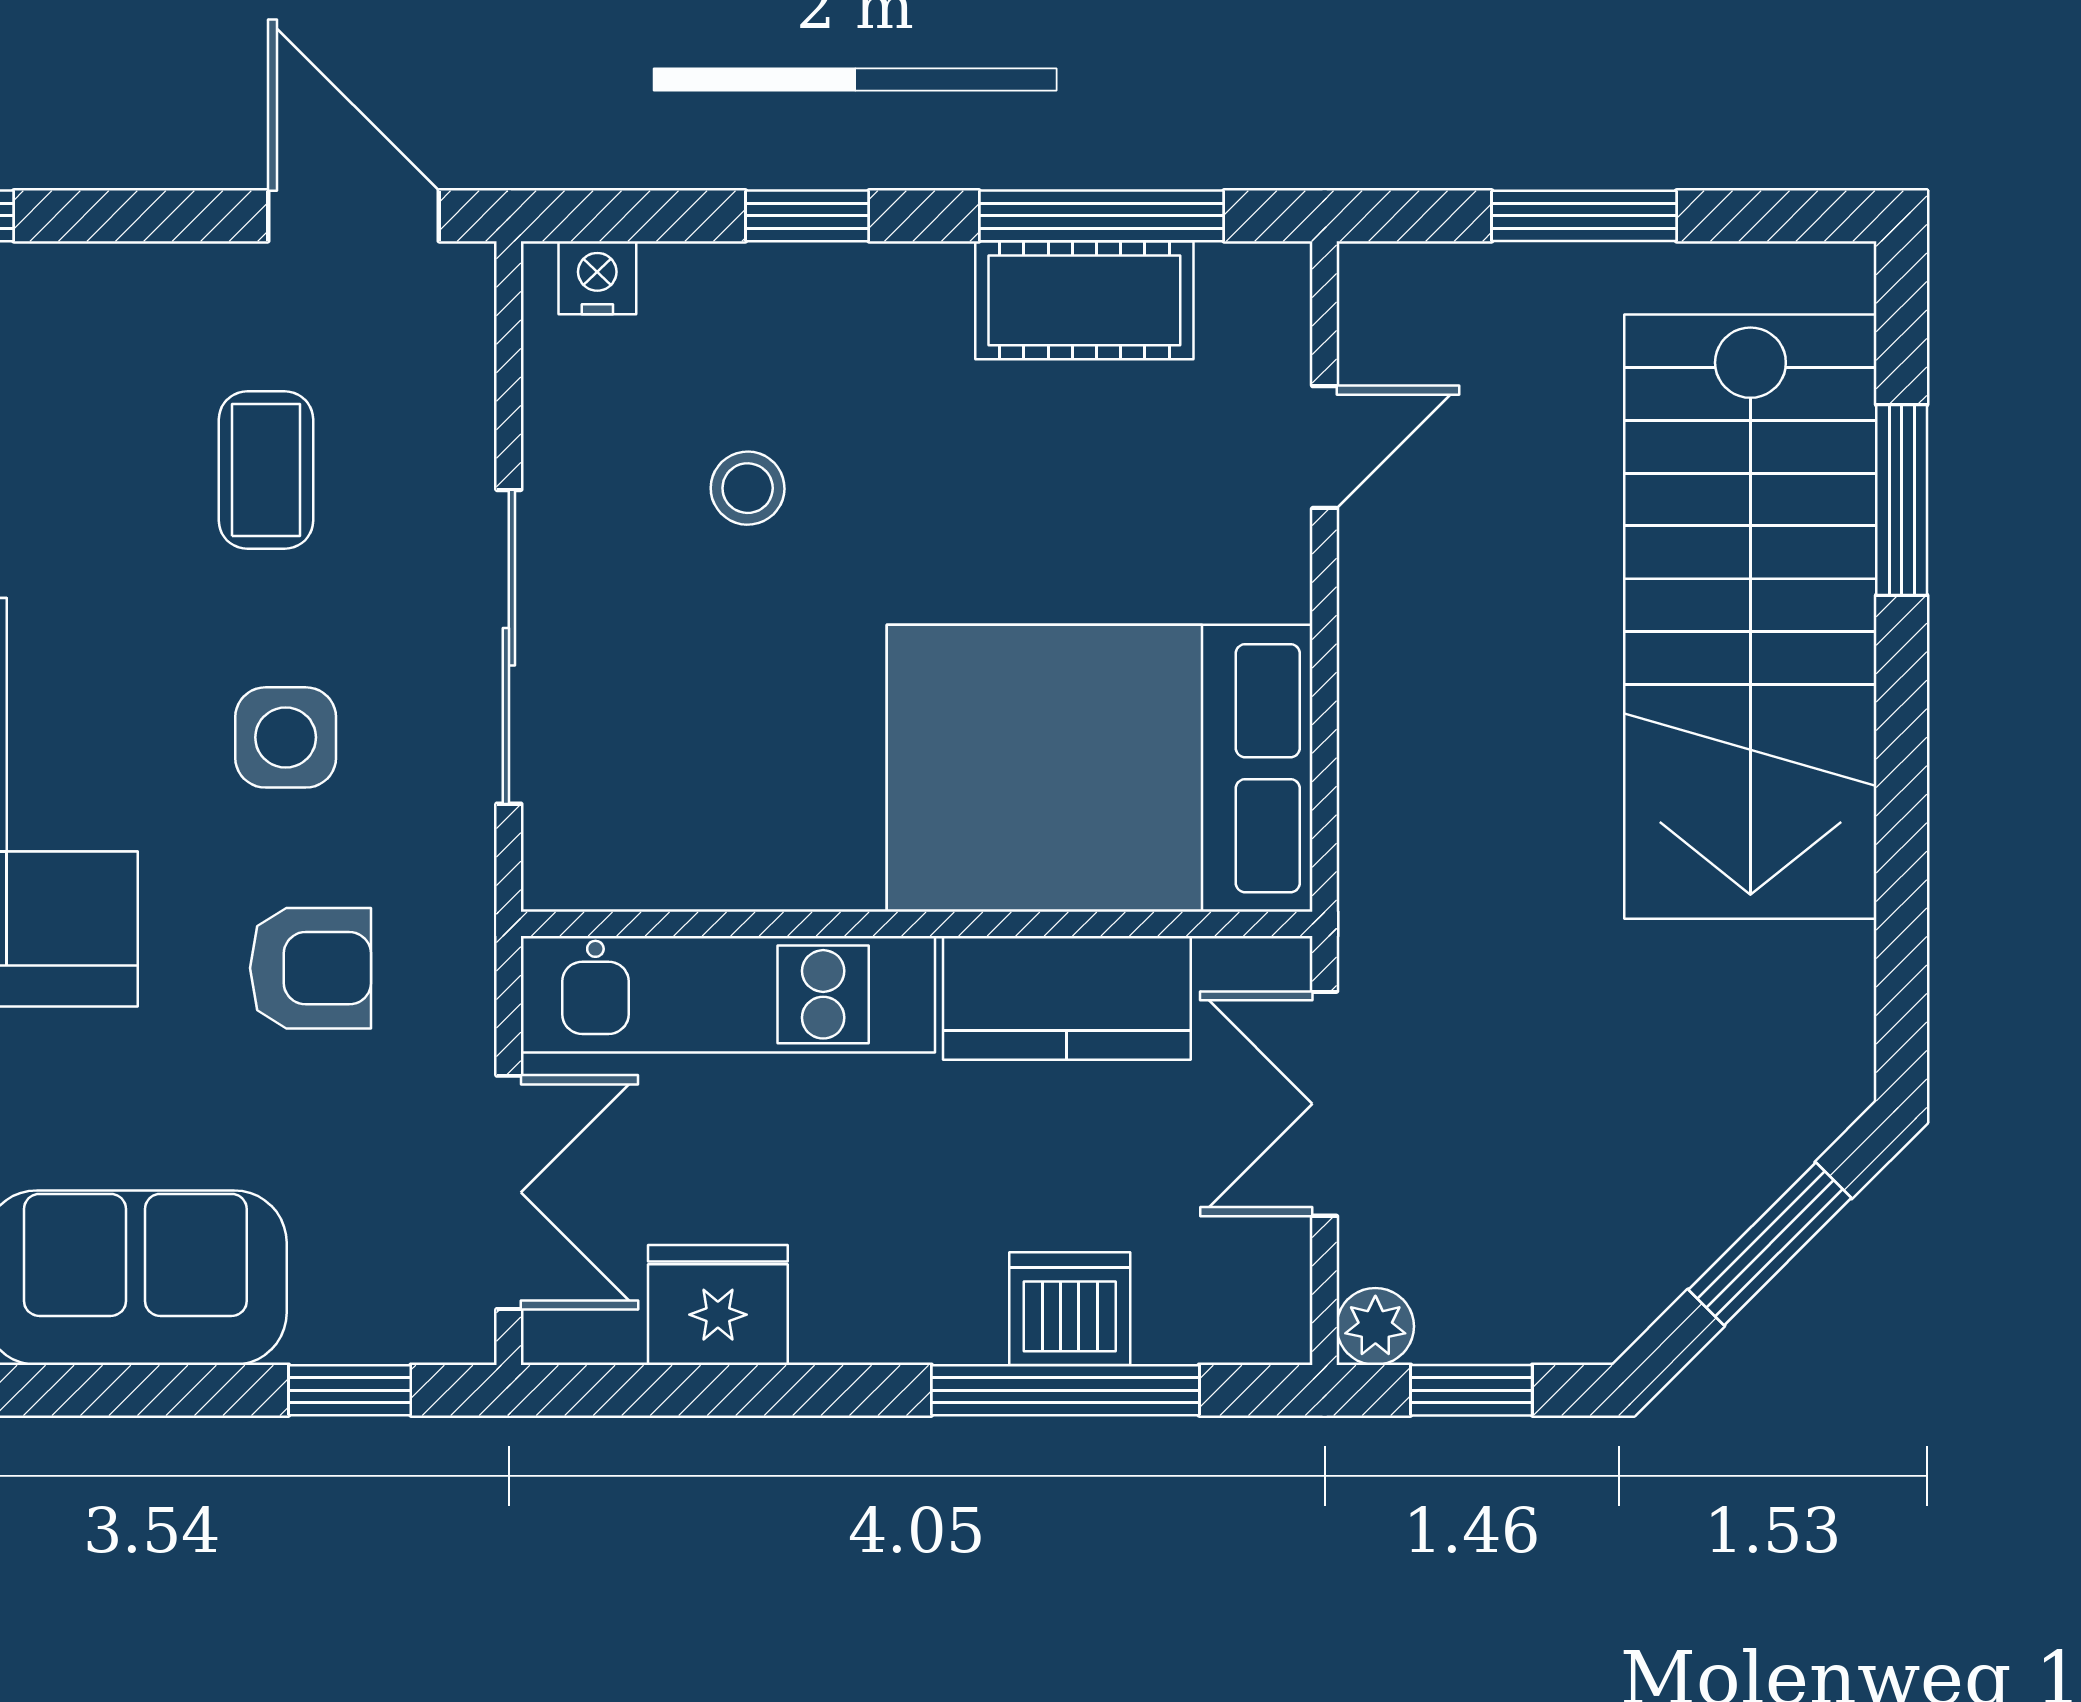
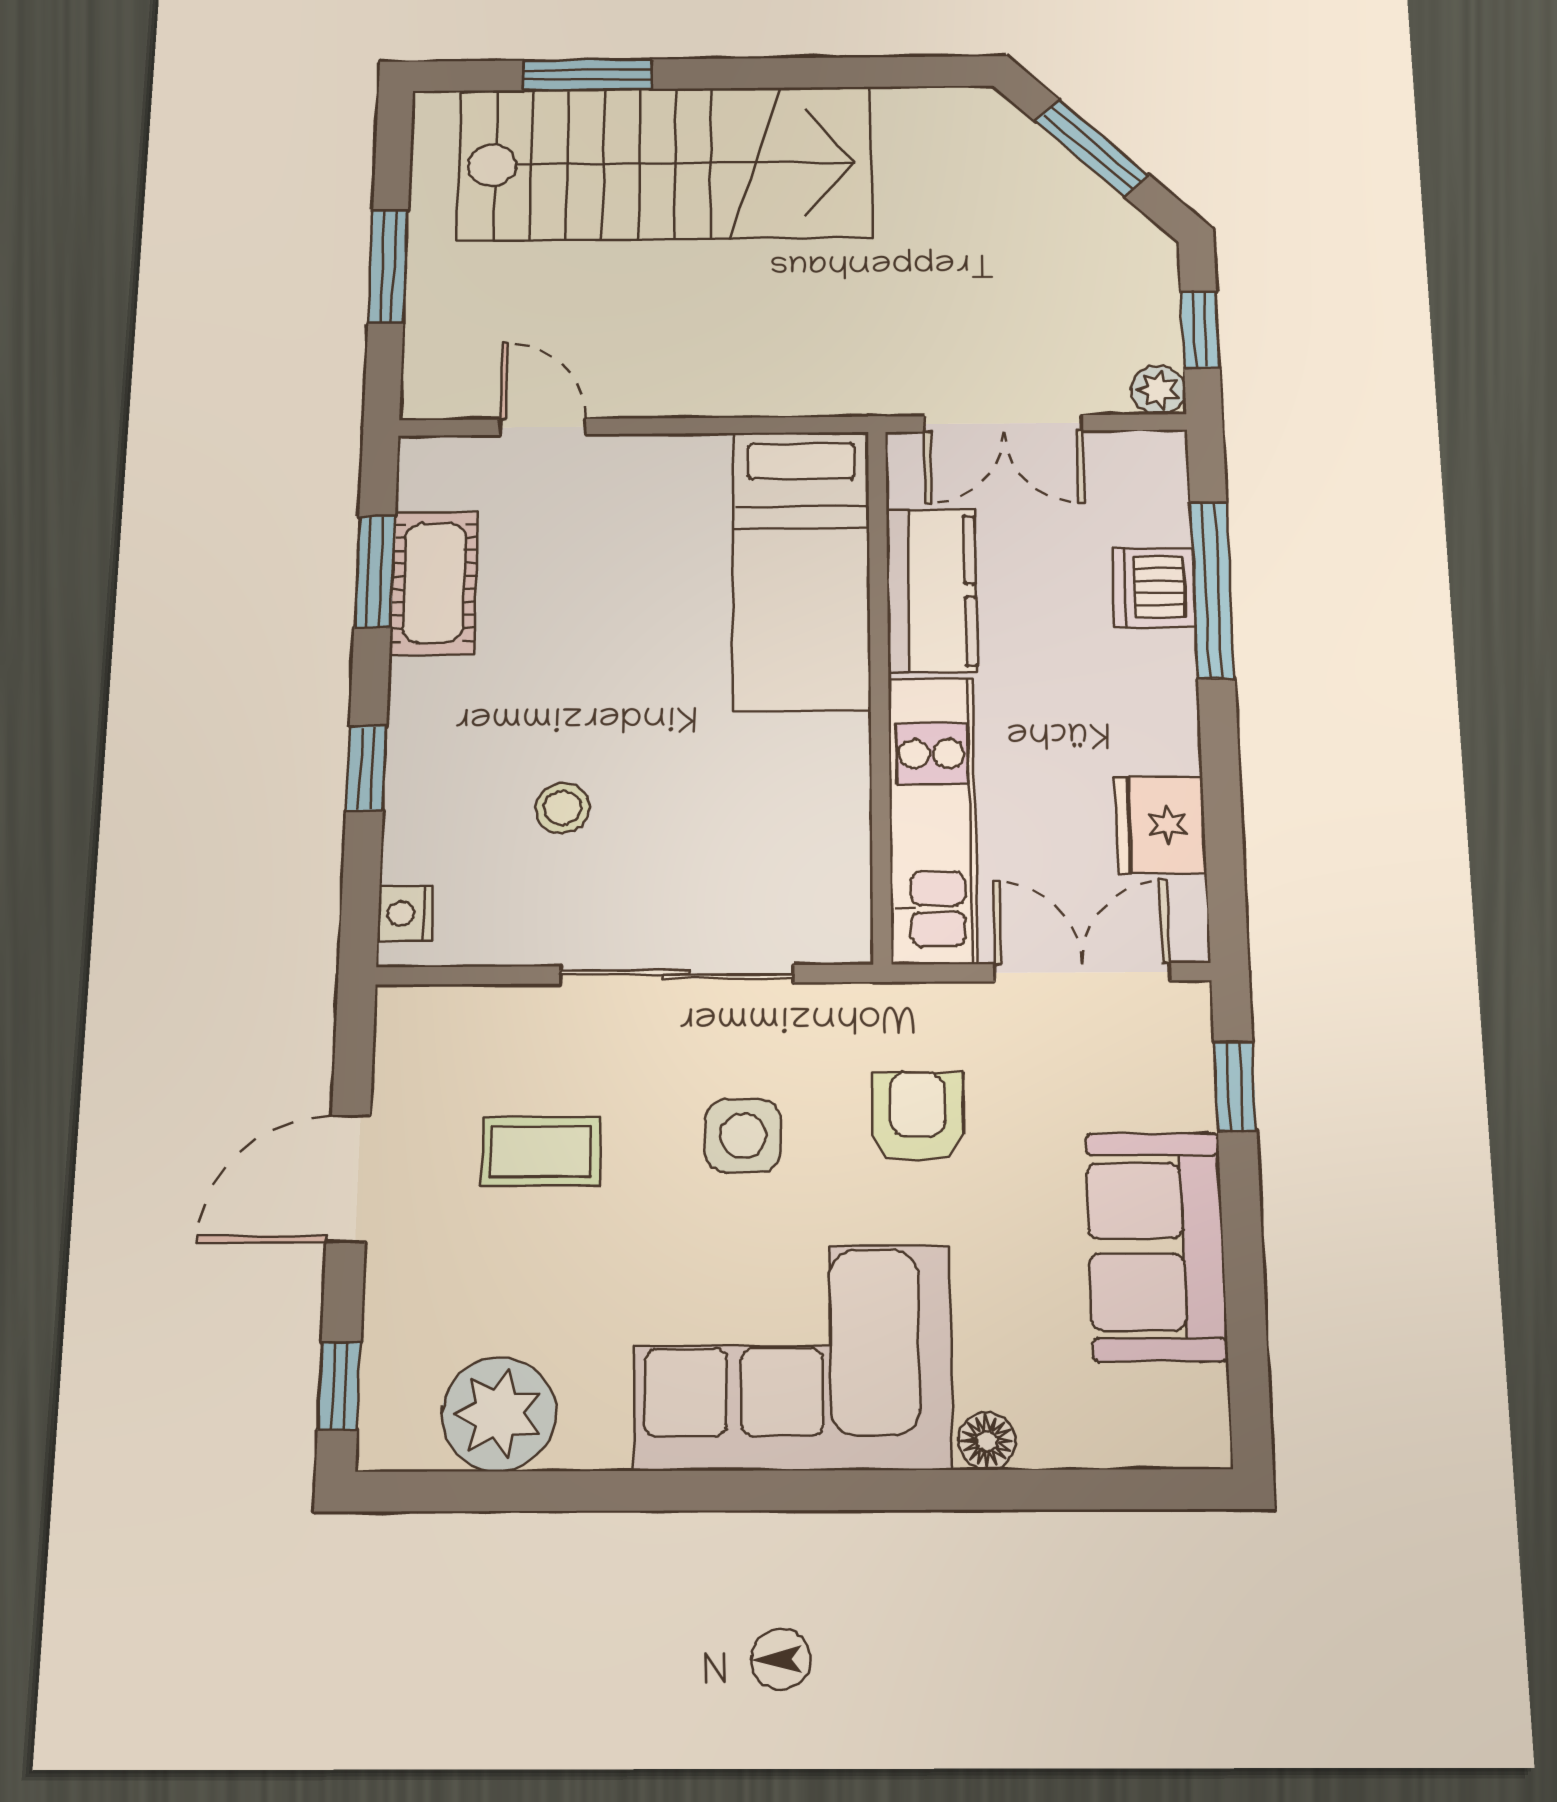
door: (354, 216) -> (348, 1178), moved
window: (1102, 216) -> (375, 572), width x0.69
bed: (1100, 768) -> (801, 570), width x0.67

